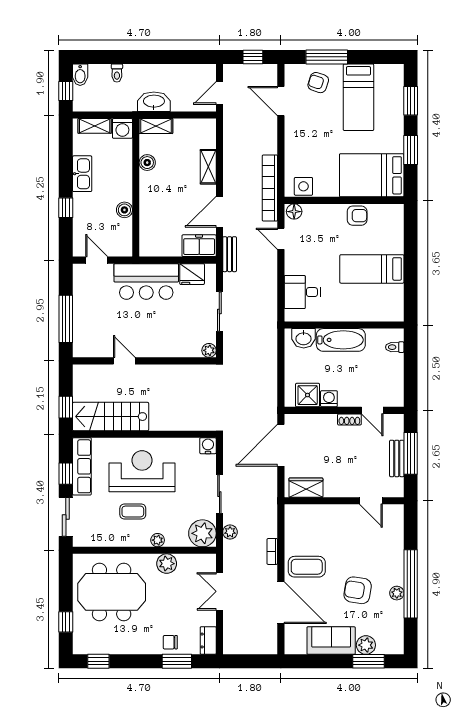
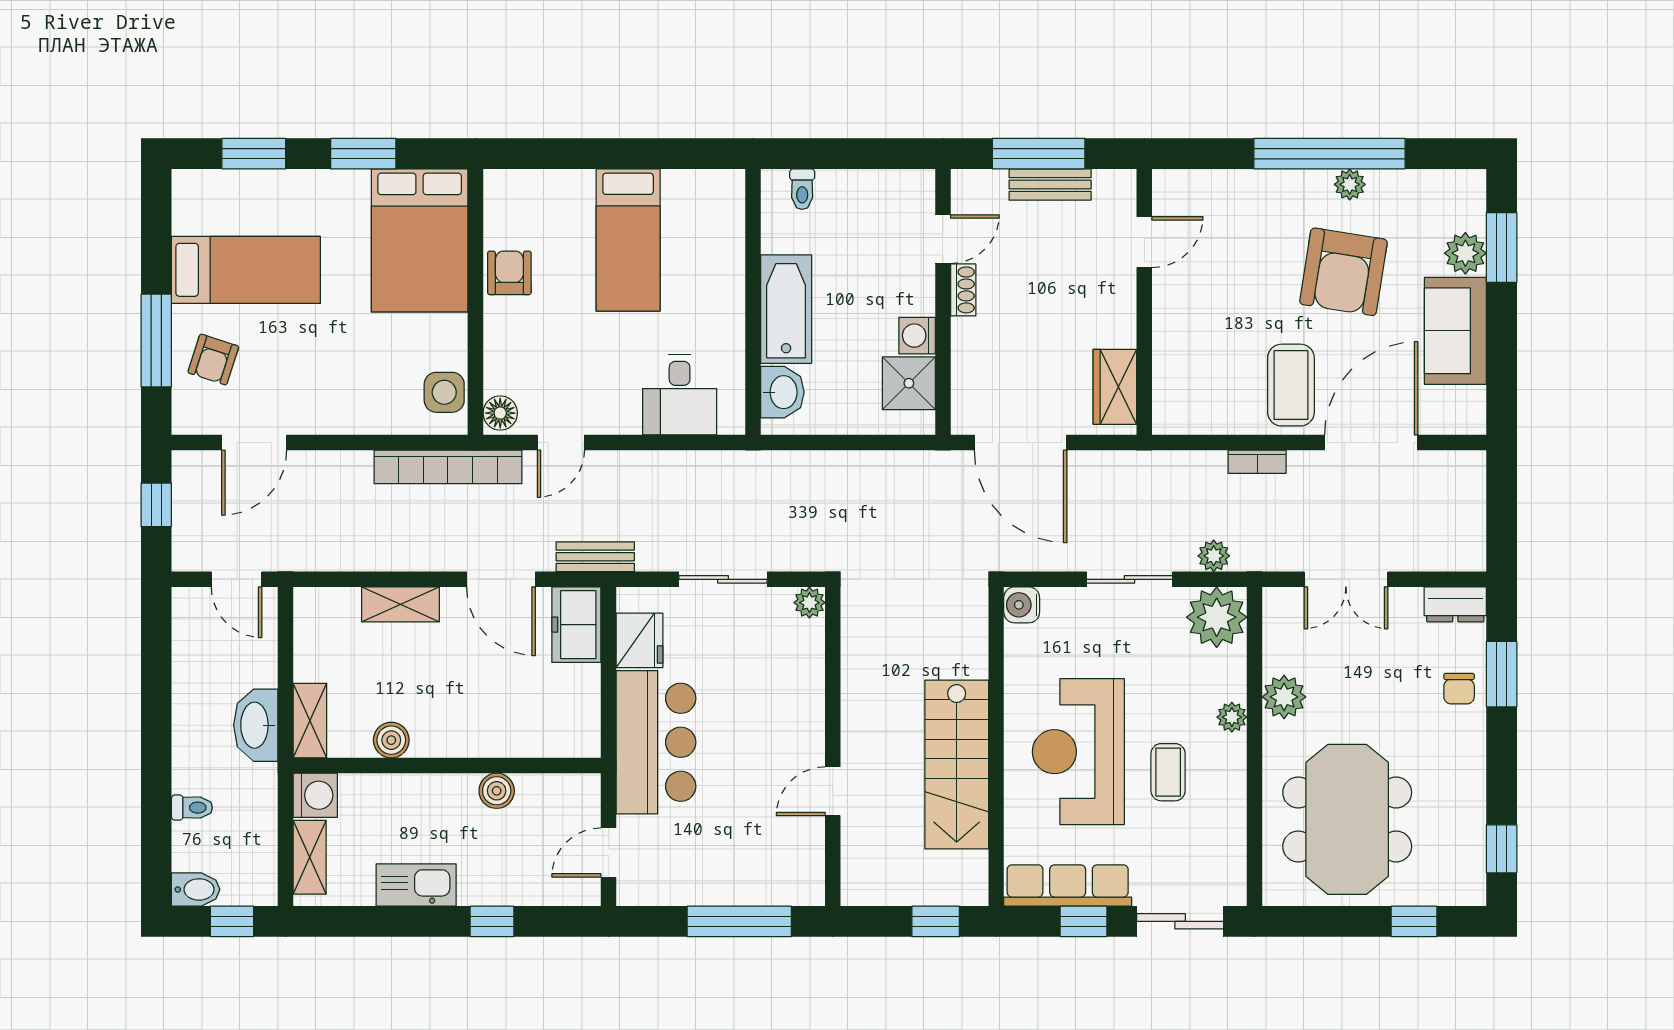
stairs: (111, 417) -> (957, 764), moved
armchair: (358, 590) -> (1343, 272), width x1.36, depth x1.36

